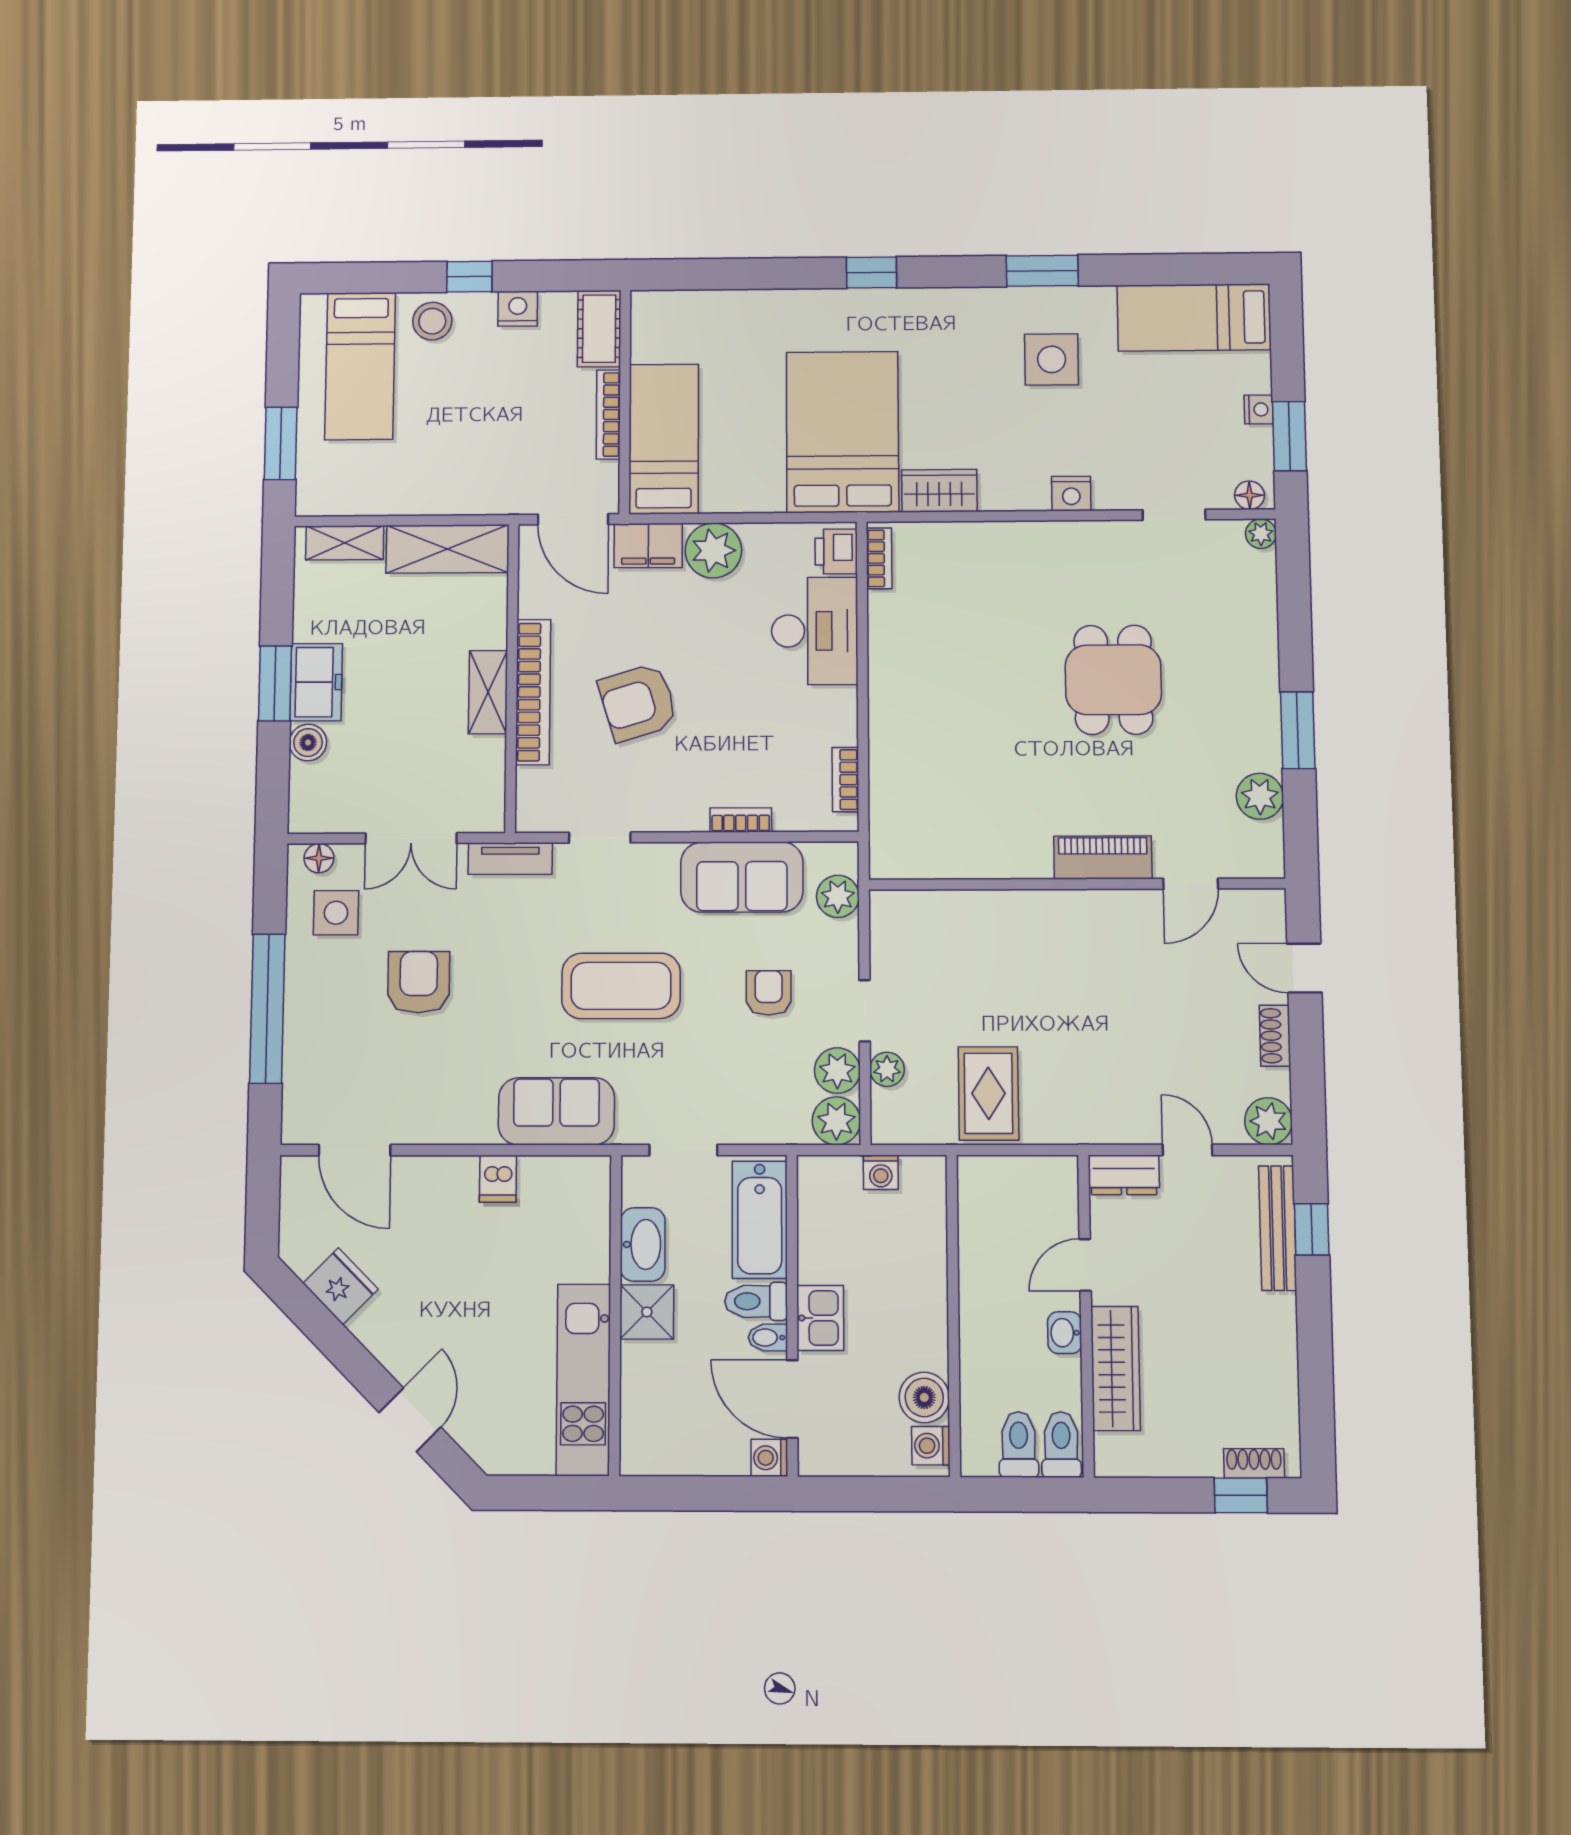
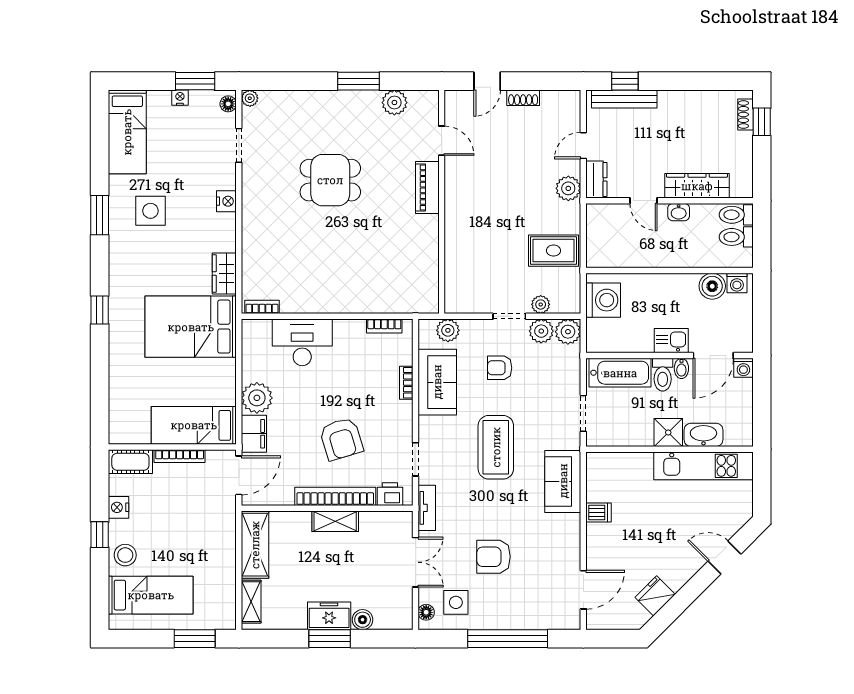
printer: (836, 551) -> (390, 494), moved, turned 180
plant: (1268, 1121) -> (568, 188), moved
washing machine: (881, 1172) -> (603, 300), width x1.89, depth x1.89
washbasin: (643, 1244) -> (703, 435), moved

